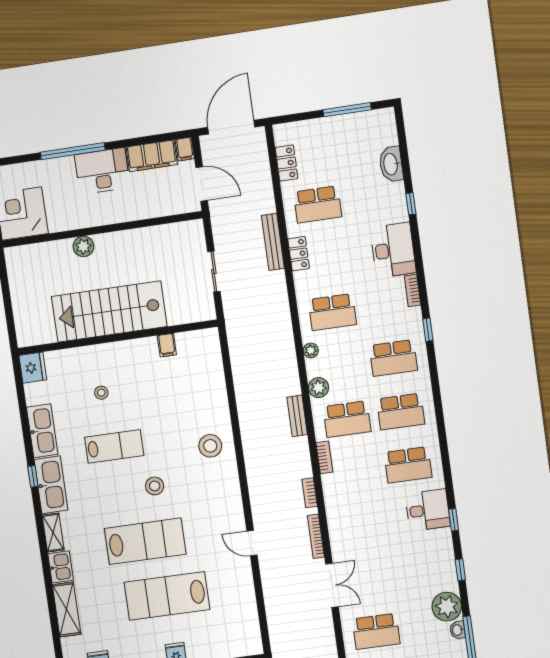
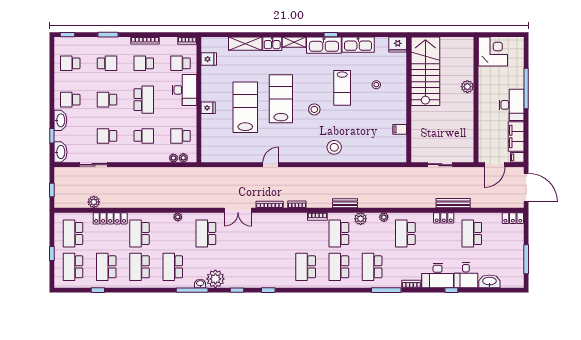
locker: (287, 163) -> (513, 218), moved
window: (411, 204) -> (451, 290), moved
stairs: (109, 311) -> (425, 71), moved
window: (428, 330) -> (386, 290), width x2.17
desk: (428, 510) -> (466, 275), moved
lab bench: (145, 541) -> (281, 99), turned 180

